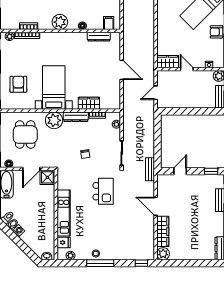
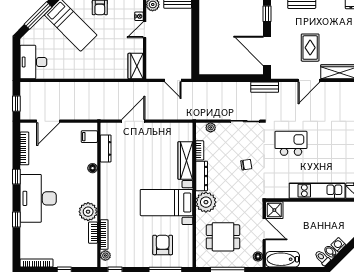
plant: (60, 22) -> (88, 212), moved
door: (187, 69) -> (145, 30), moved
door: (122, 70) -> (133, 121), moved
armchair: (18, 84) -> (163, 245), turned 90
wardrobe: (89, 103) -> (185, 161), width x1.50
door: (180, 171) -> (267, 51), width x1.88
rug: (183, 207) -> (310, 48), added

